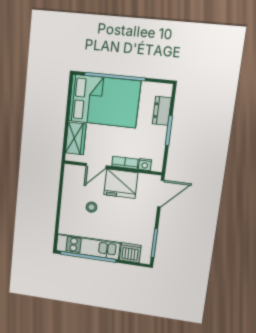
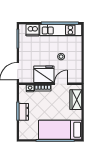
bed: (104, 101) -> (60, 130), width x0.67
dresser: (162, 111) -> (24, 112), moved

